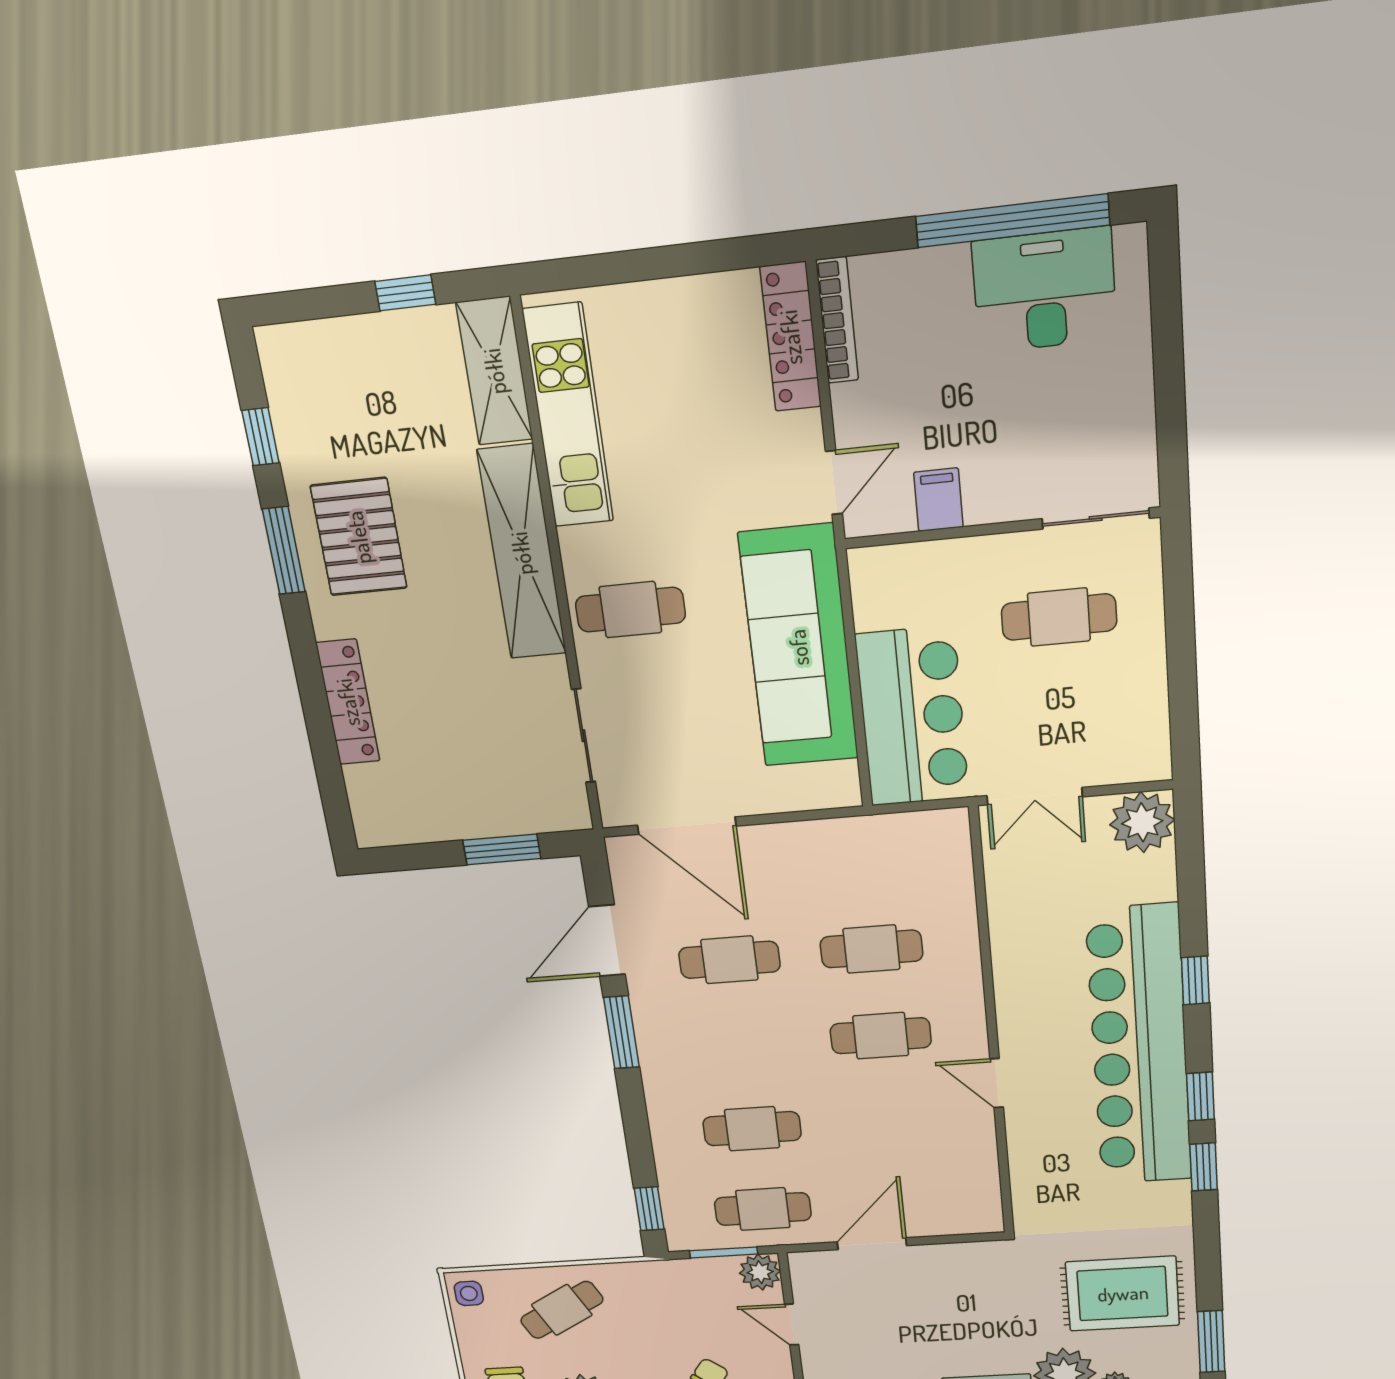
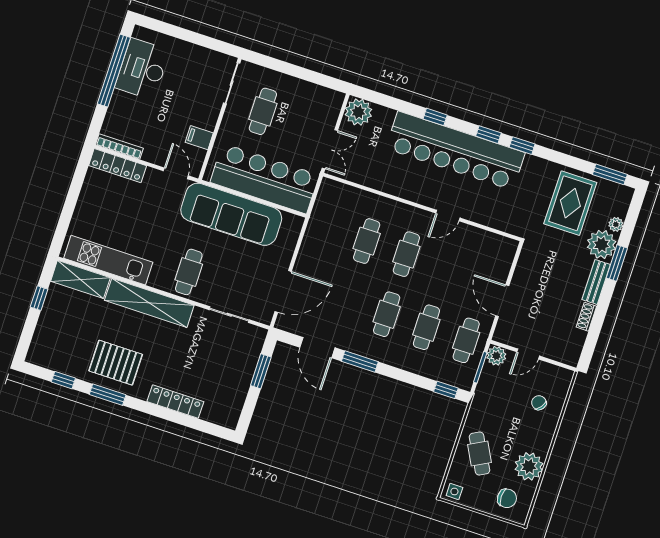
bar counter: (912, 717) -> (265, 179), width x1.36
cafe table: (729, 960) -> (387, 314), moved

